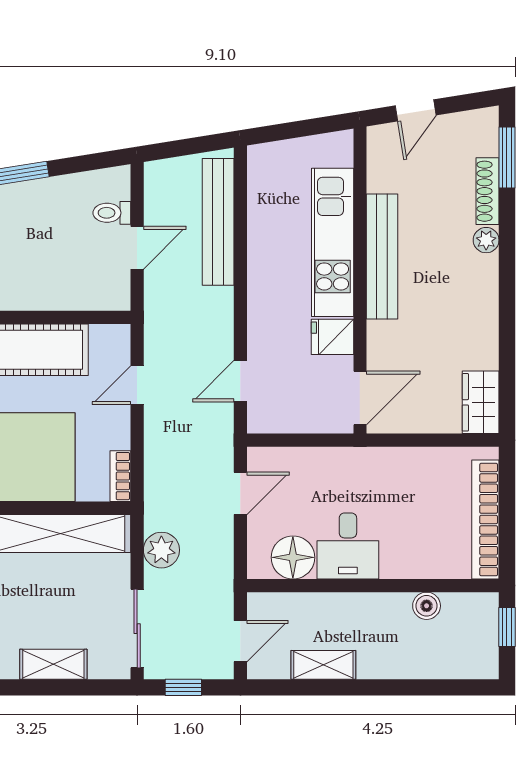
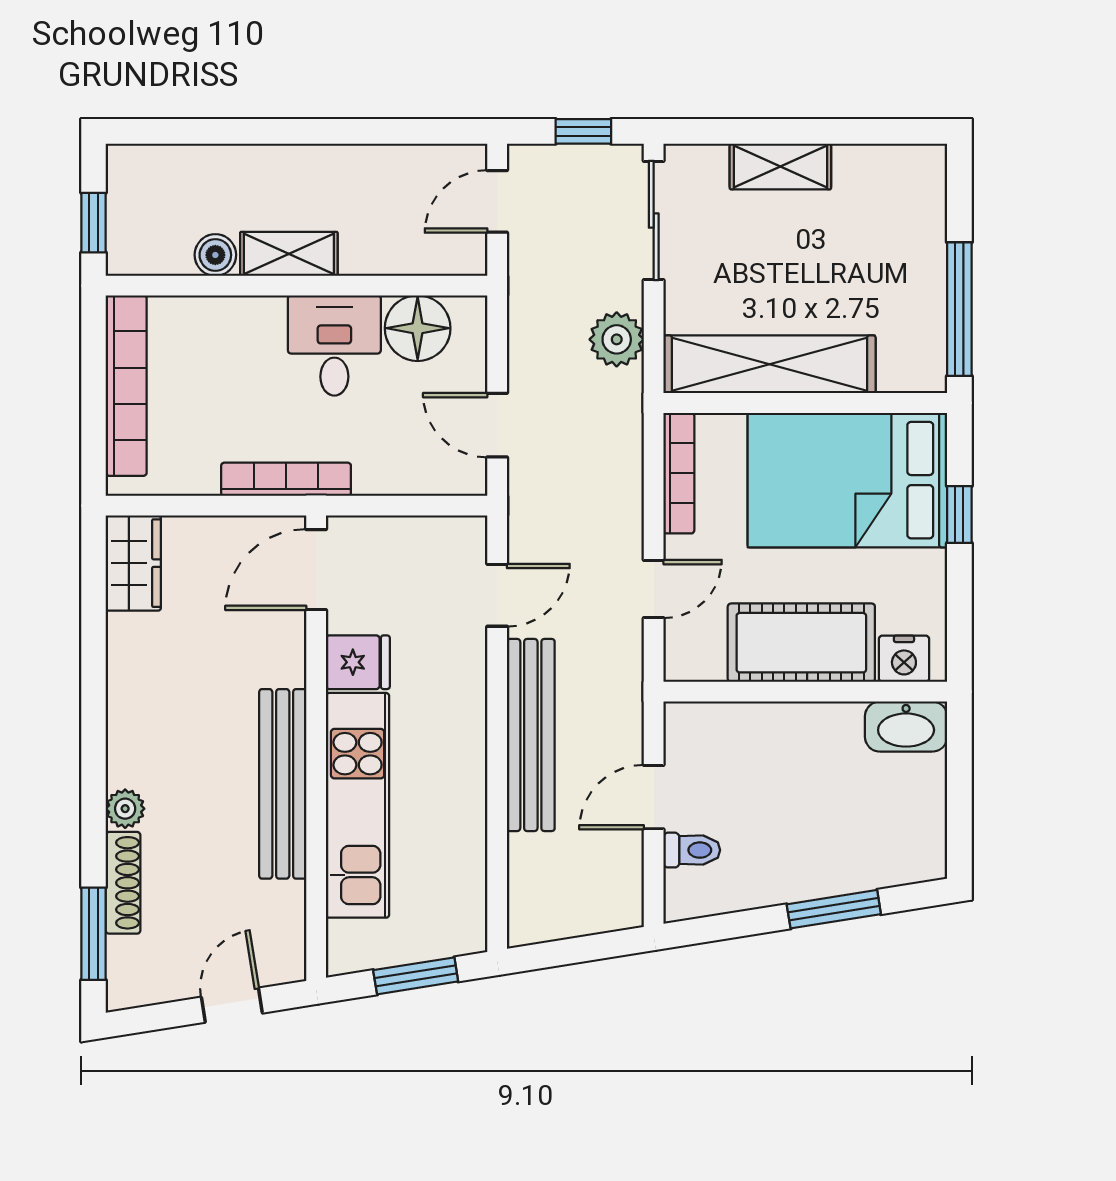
window: (294, 130) -> (416, 976), added
bench: (218, 222) -> (531, 735), moved
bookcase: (380, 458) -> (286, 479), added
bookcase: (120, 476) -> (679, 473), width x1.56
door: (240, 493) -> (497, 425), hinge flipped
shelving: (323, 665) -> (289, 254), moved

